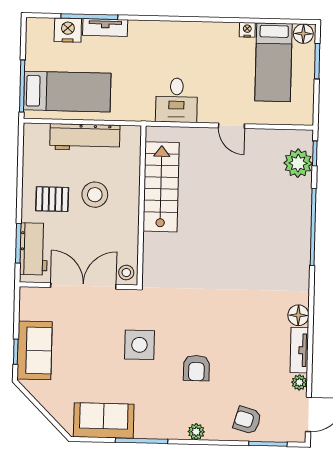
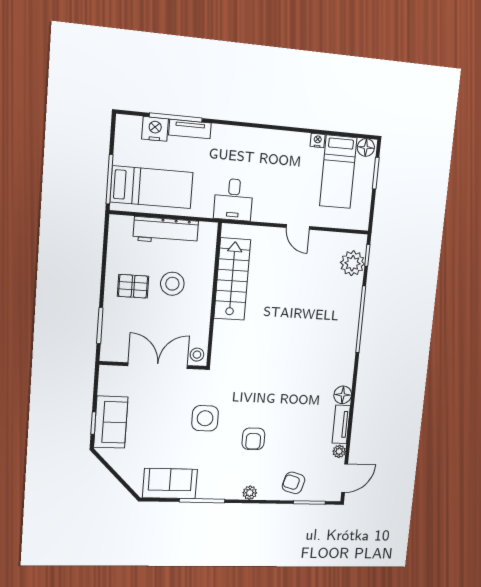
desk: (177, 100) -> (233, 200), moved
workbench: (34, 249) -> (114, 331), removed

